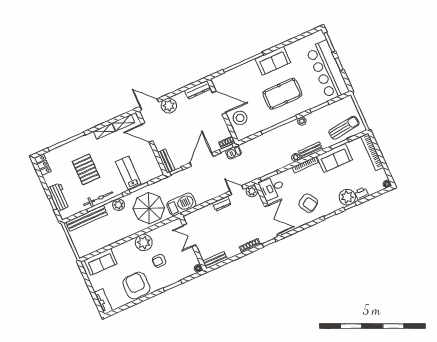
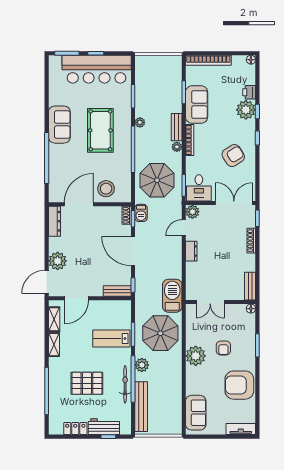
sun lounger: (344, 128) -> (168, 79), removed
parasol: (264, 154) -> (157, 180), added
locker: (43, 165) -> (75, 429), moved

